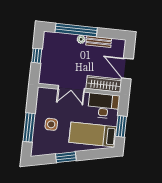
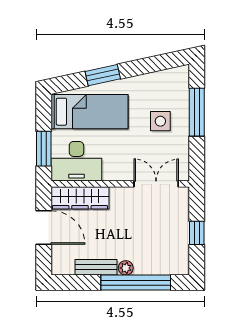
double door: (71, 89) -> (156, 184), moved
window: (121, 126) -> (44, 149), moved
window: (66, 157) -> (103, 75), moved

